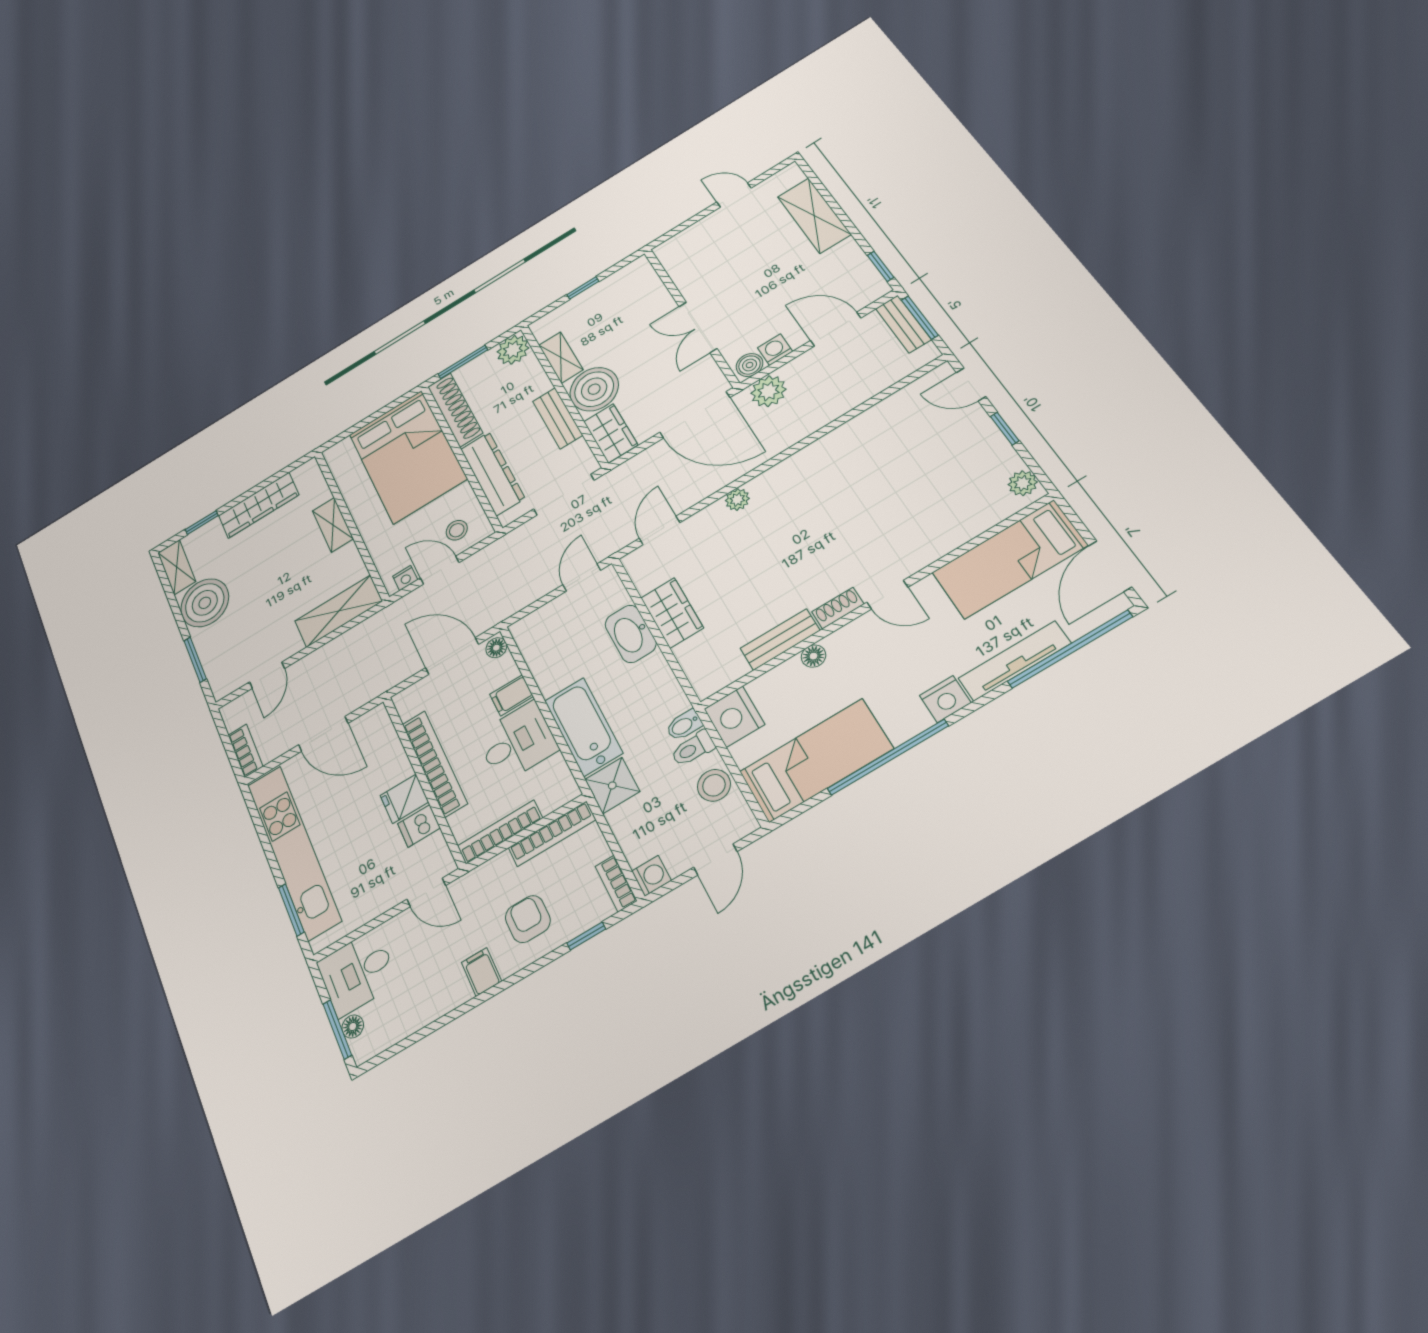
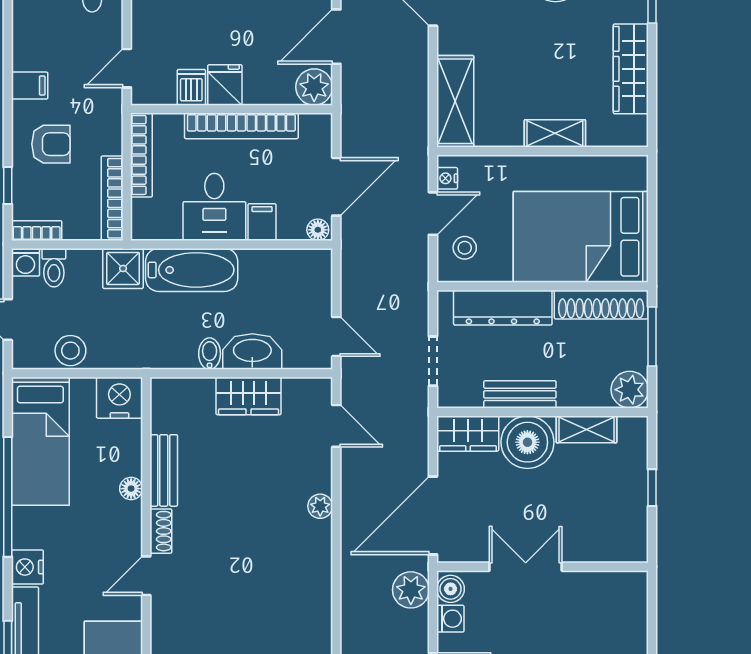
doorway: (564, 495) -> (433, 361), width x0.73
plant: (374, 725) -> (314, 87), added
bidet: (684, 725) -> (210, 354), moved
toilet: (693, 748) -> (54, 268), moved, turned 180

